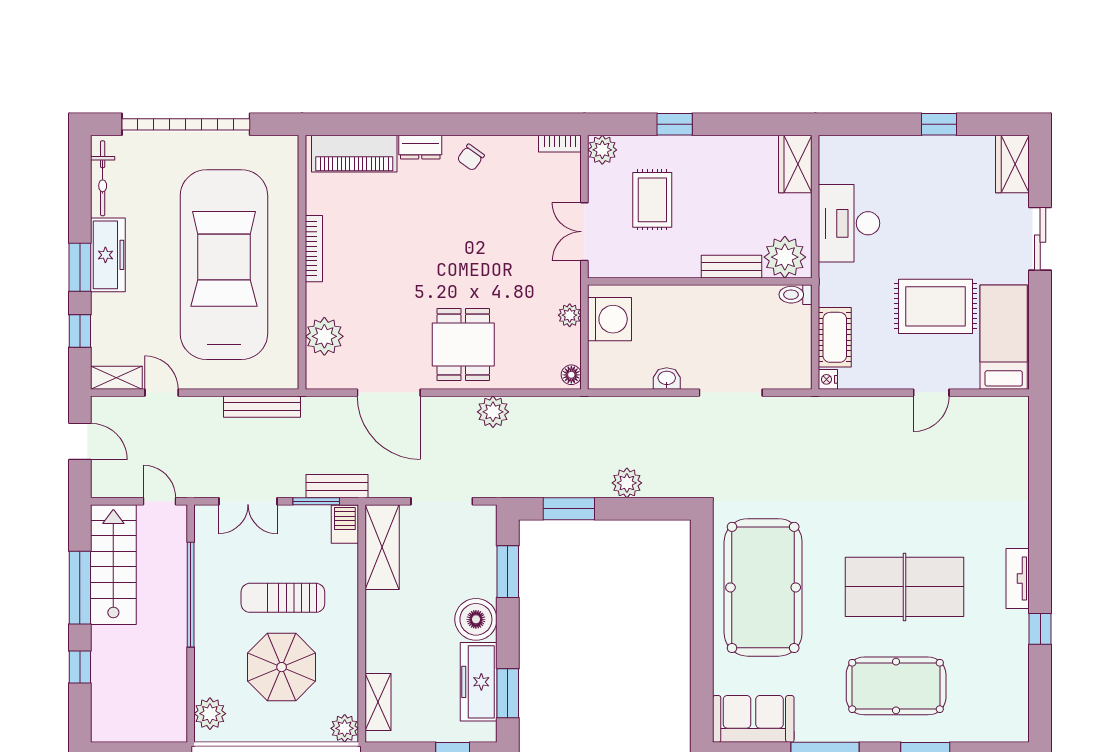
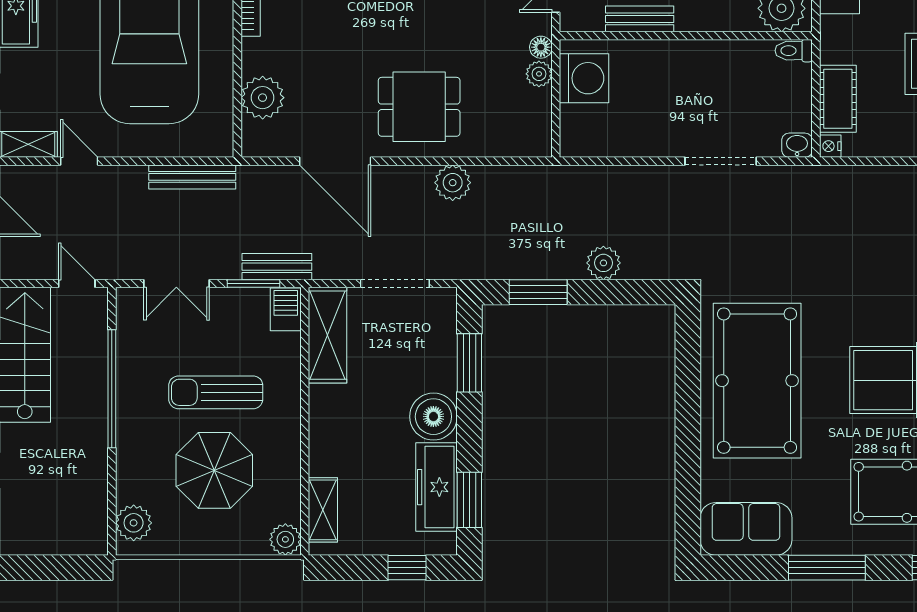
bench: (731, 267) -> (640, 19), moved
dining table: (463, 344) -> (419, 107), turned 90
floor lamp: (571, 375) -> (541, 47), moved
washbasin: (667, 379) -> (797, 145), moved

